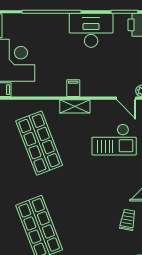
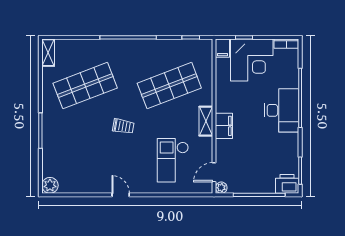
desk: (91, 30) -> (282, 110), moved
filing cabinet: (73, 88) -> (224, 126), width x2.00
trolley: (128, 220) -> (123, 126), moved

